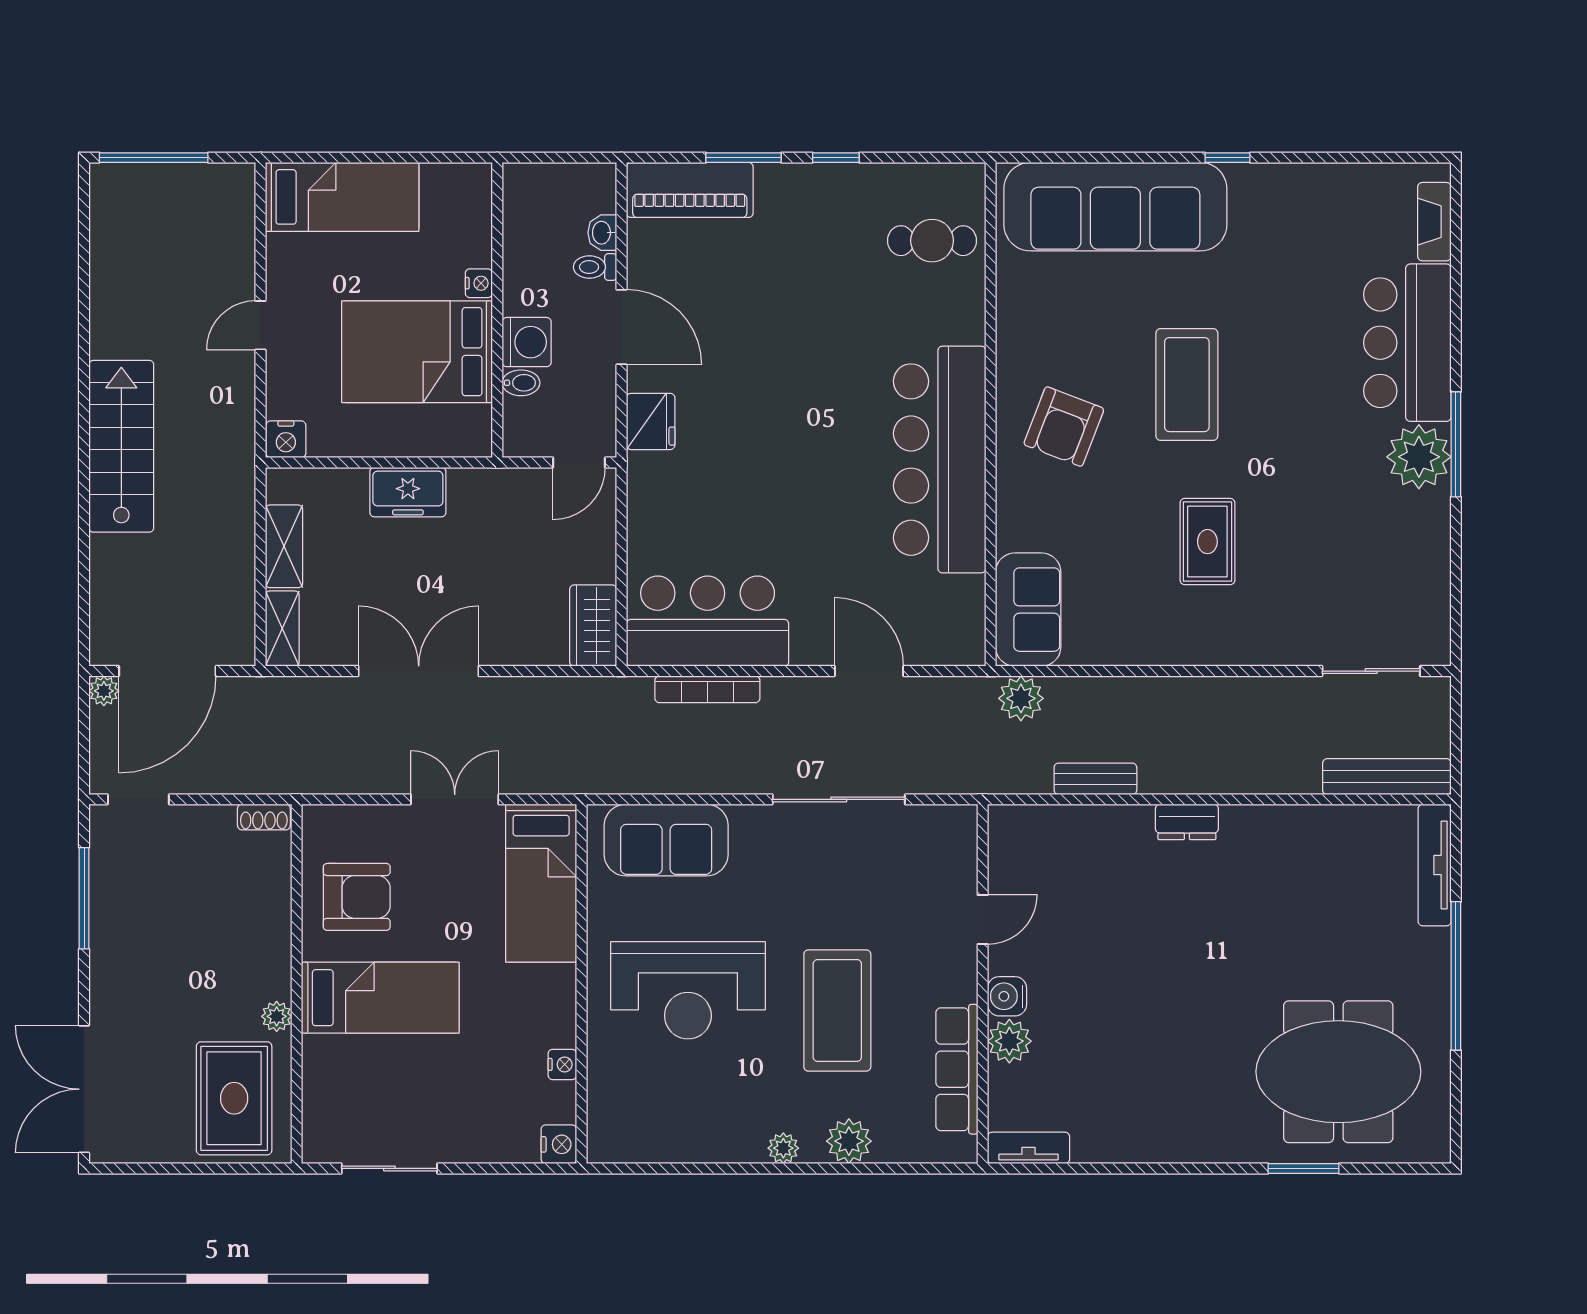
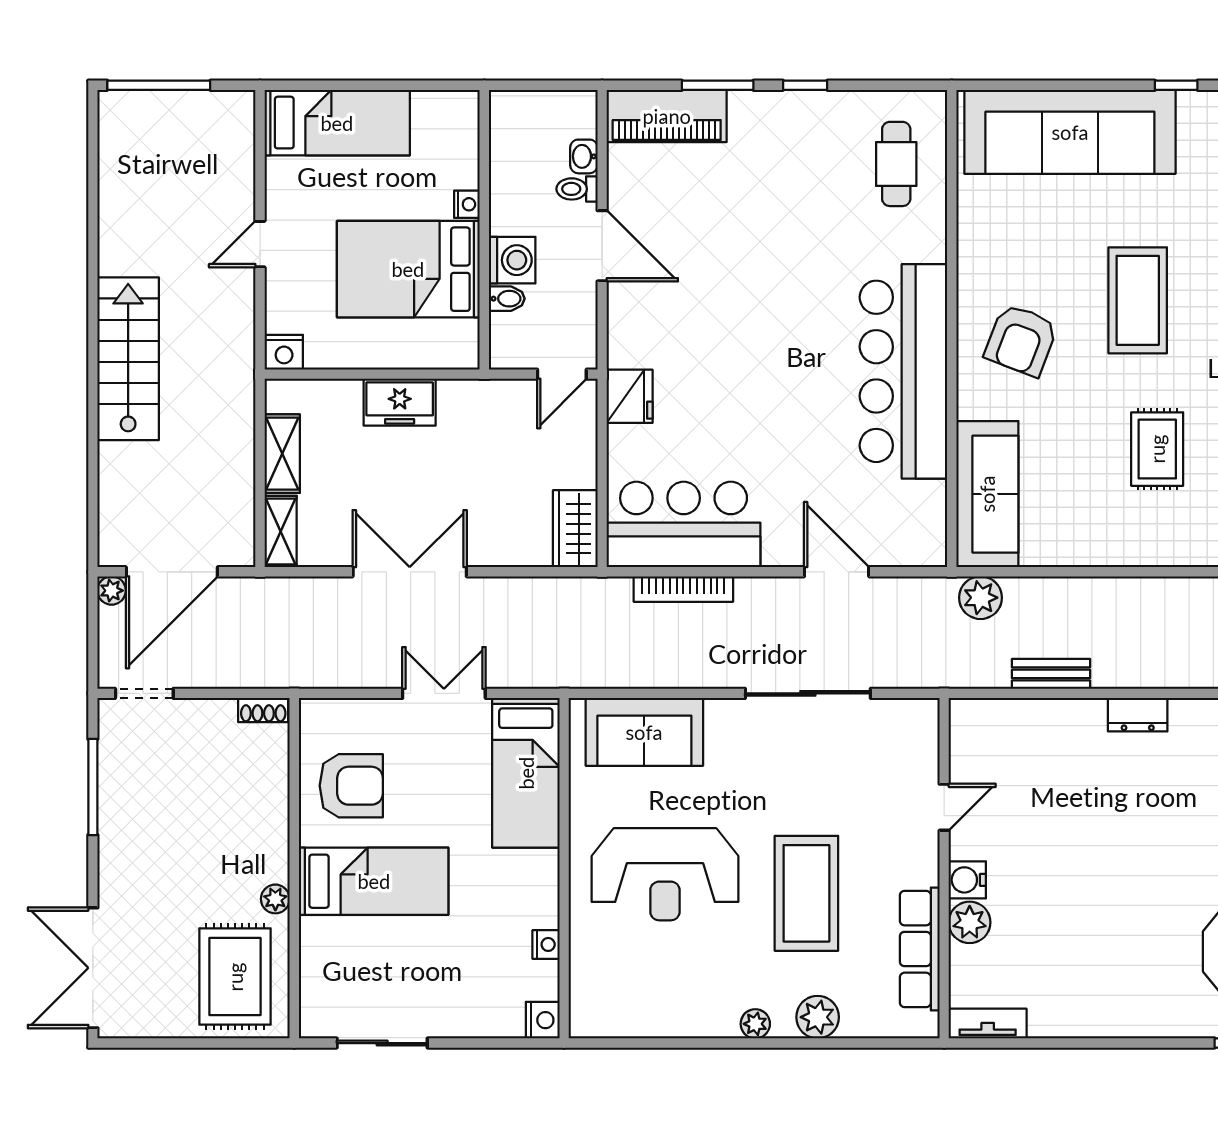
cafe table: (932, 241) -> (896, 164), turned 90
fridge: (651, 421) -> (630, 396), moved
sofa: (1028, 610) -> (987, 494), width x1.36

